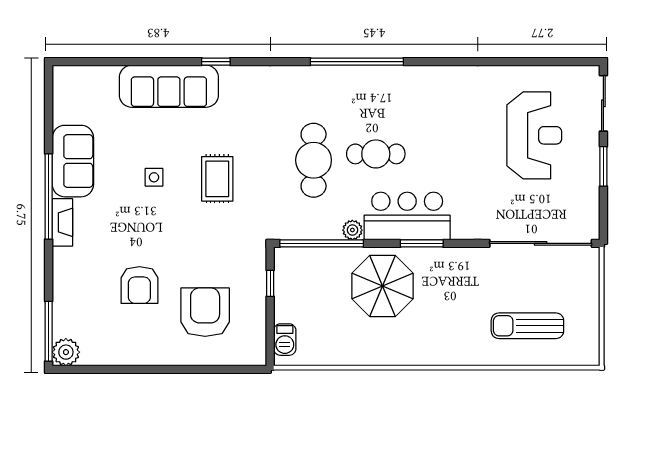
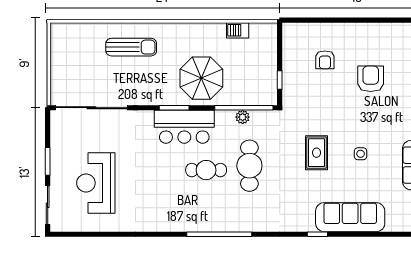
plant: (352, 230) -> (243, 117), moved
armchair: (205, 312) -> (325, 60), width x0.53, depth x0.53
sun lounger: (527, 326) -> (131, 47), moved
barbecue: (285, 340) -> (238, 30), moved, turned -90

